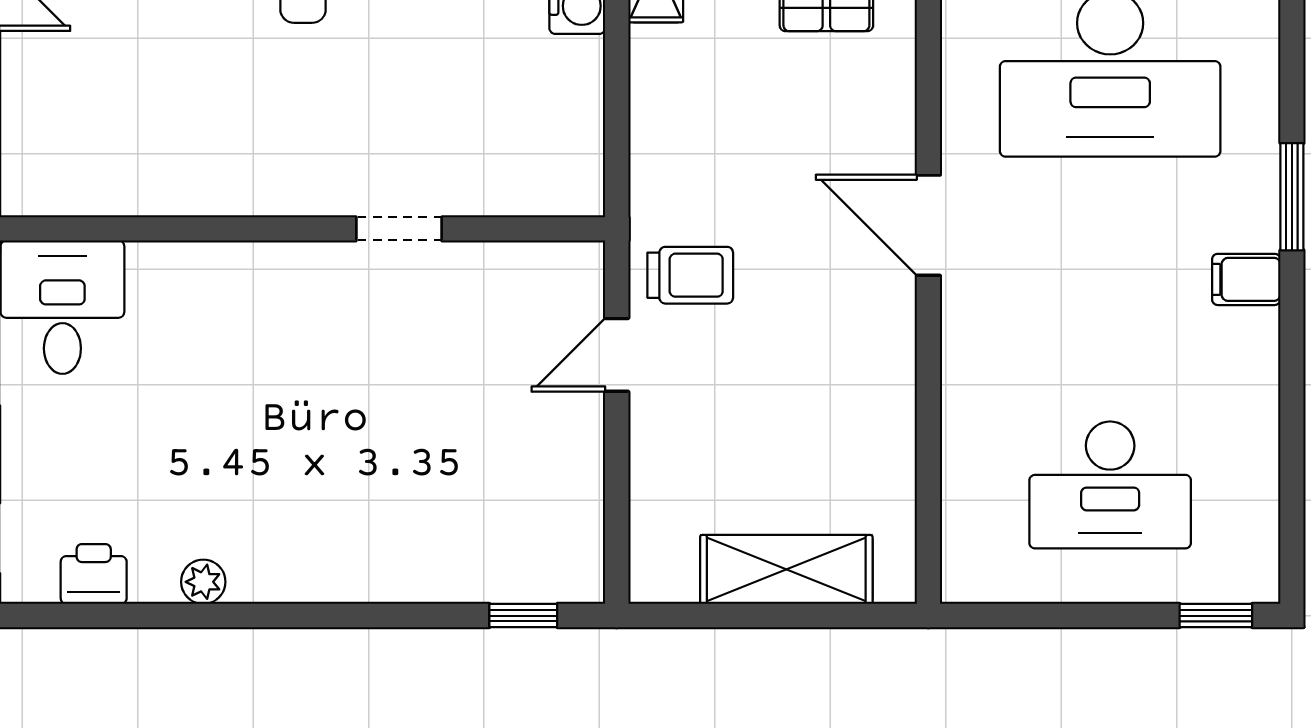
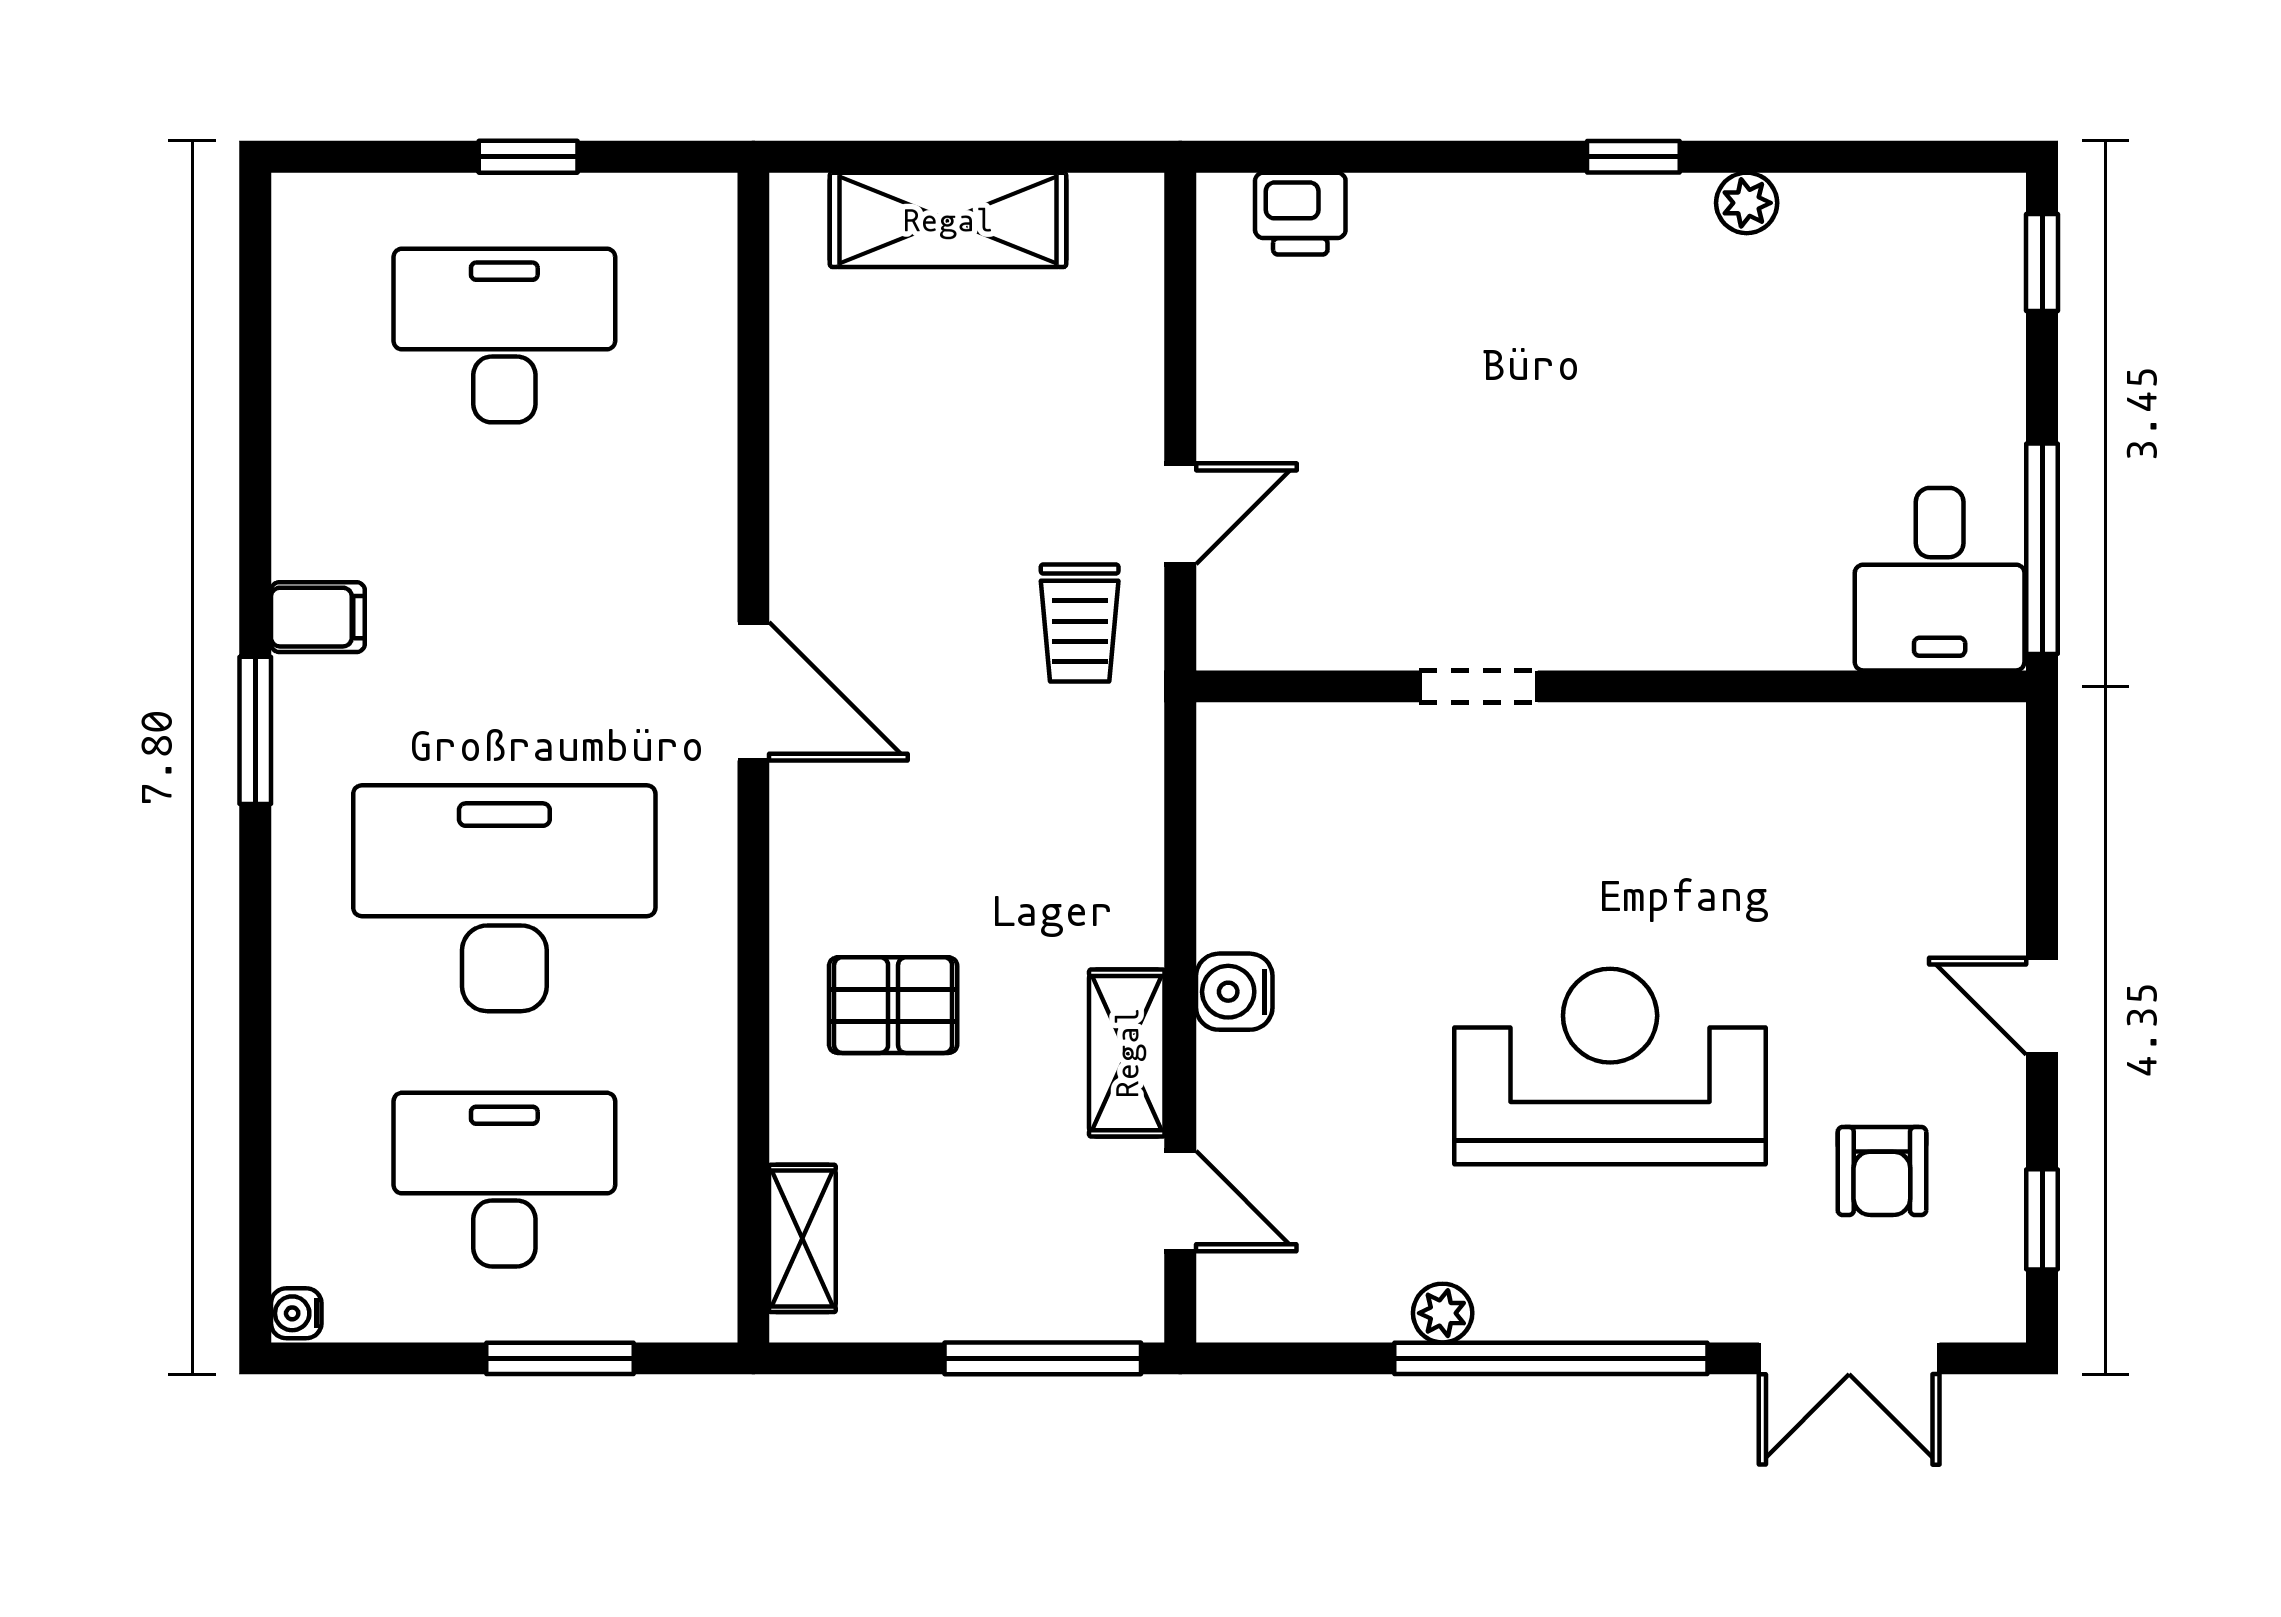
trolley: (690, 275) -> (1080, 623), turned -90
printer: (94, 574) -> (1300, 214), moved
window: (523, 616) -> (1633, 157), moved
window: (1216, 616) -> (528, 157), moved

